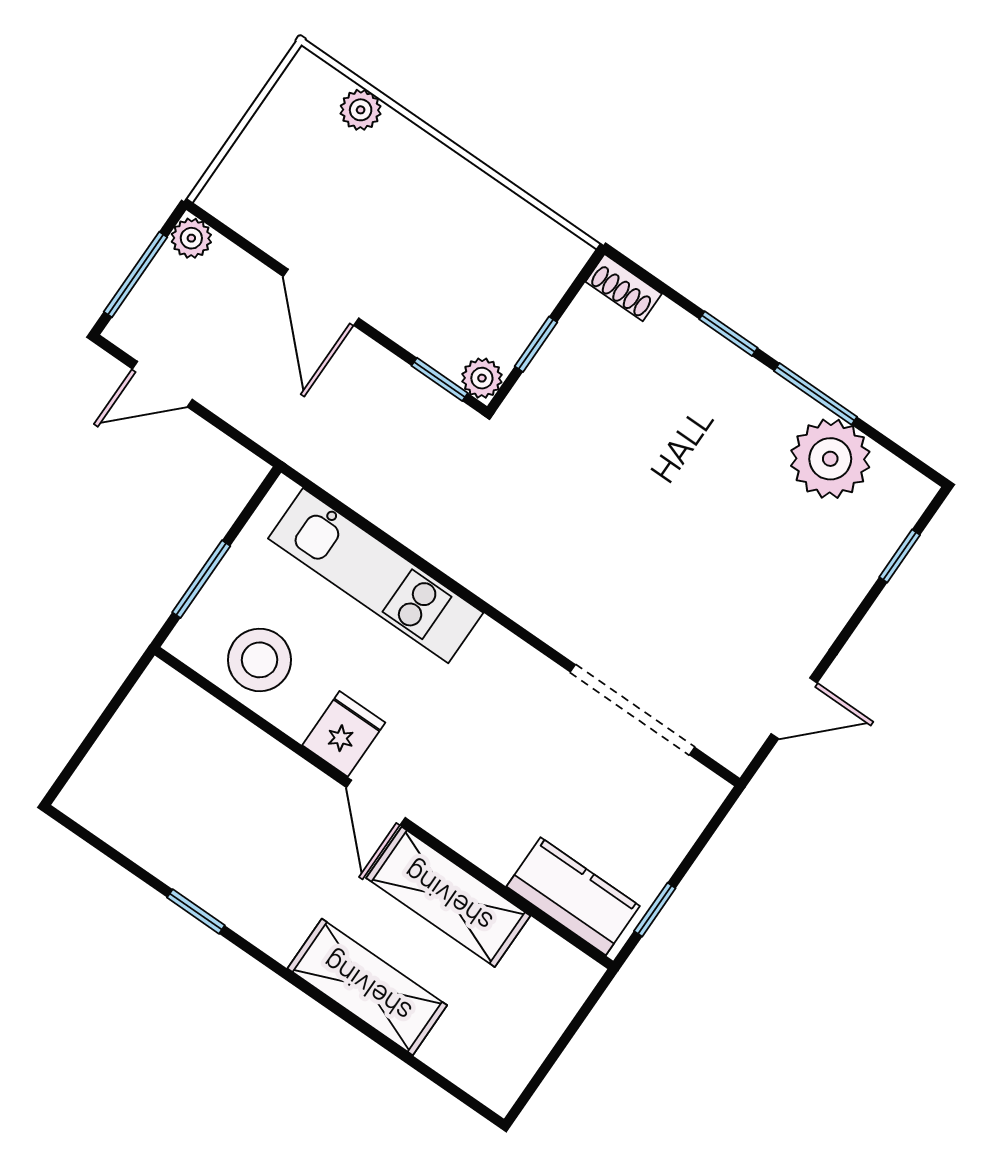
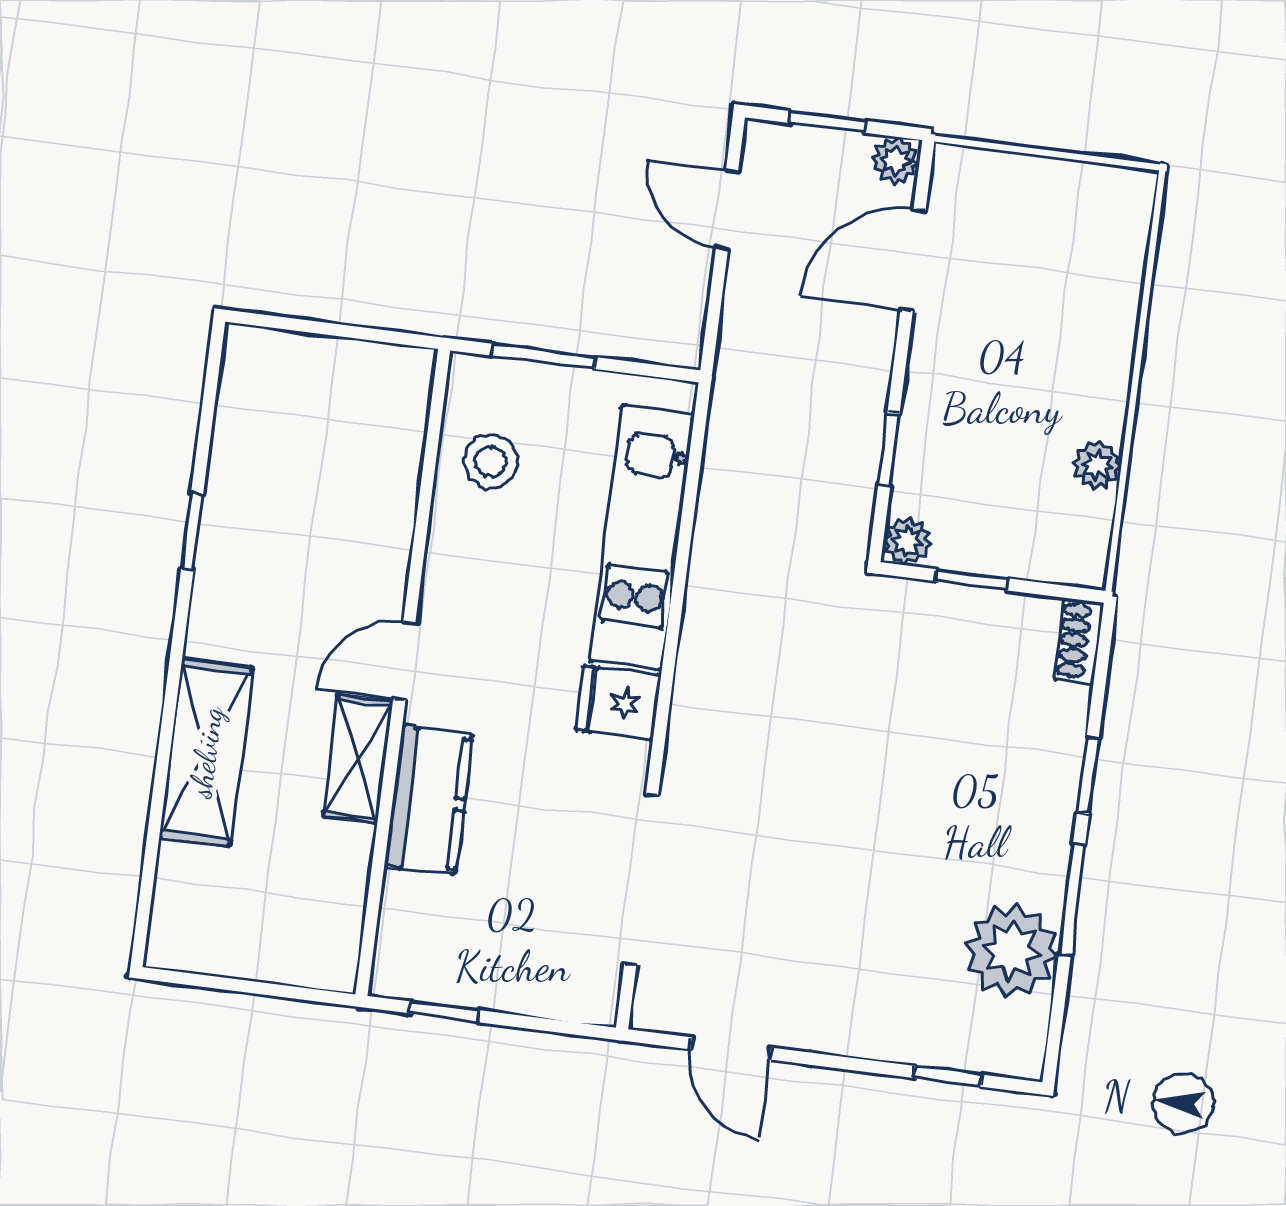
plant: (361, 110) -> (1097, 466), moved
window: (136, 275) -> (827, 122), width x0.67
door: (321, 297) -> (913, 260), moved
window: (440, 379) -> (889, 449), moved
stool: (260, 660) -> (491, 461), width x0.73, depth x0.73
fridge: (344, 734) -> (618, 703), moved, turned 180
kitchen counter: (573, 896) -> (428, 800), moved
shelving: (448, 897) -> (358, 759), width x0.67, depth x0.75

